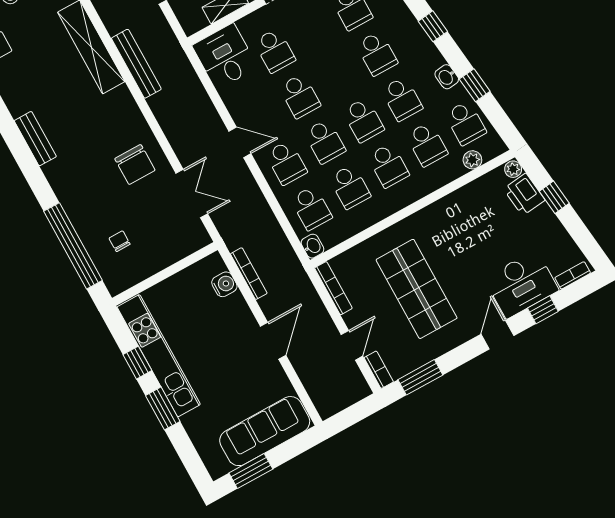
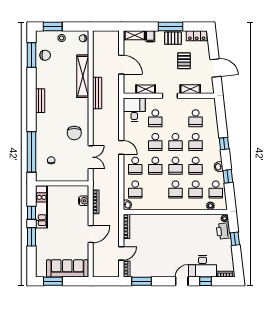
school desk: (350, 187) -> (175, 142), moved
shop shelf: (417, 289) -> (160, 245), removed
kitchen unit: (159, 356) -> (42, 207), width x0.73

